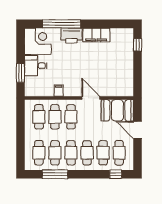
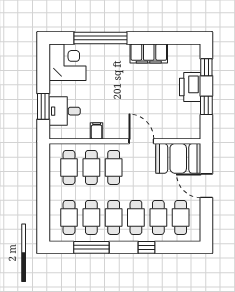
printer: (71, 36) -> (190, 87), moved, turned 90
desk: (36, 66) -> (65, 111), moved
window: (138, 72) -> (206, 105), added
window: (116, 174) -> (147, 247), moved

